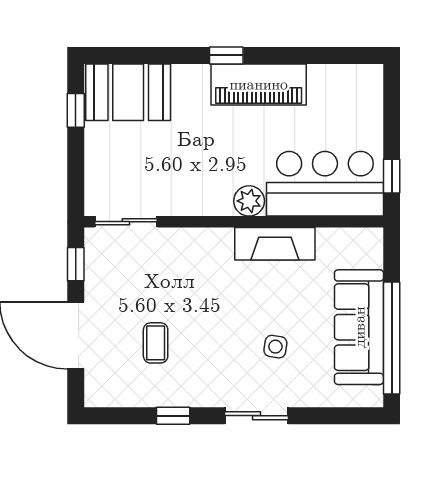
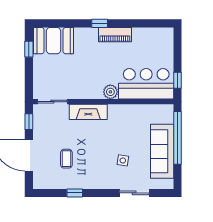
piano: (259, 84) -> (115, 35), width x0.73, depth x0.75
fireplace: (275, 244) -> (88, 112), moved
window: (392, 338) -> (178, 138), moved
sliding door: (257, 416) -> (134, 193), moved

